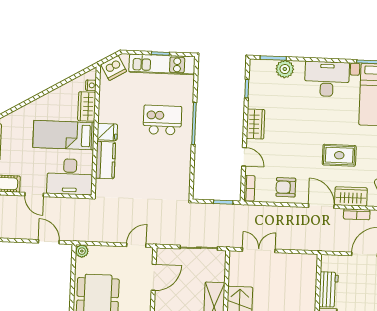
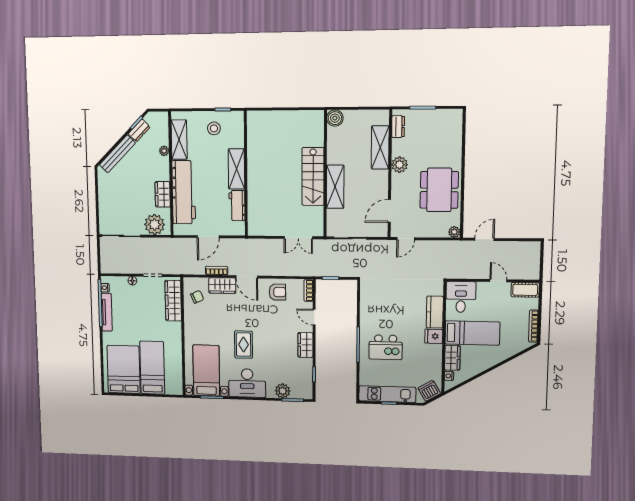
rug: (339, 155) -> (244, 345), moved, turned 90
desk: (70, 177) -> (461, 297), width x0.73
door: (49, 242) -> (484, 239), swing flipped

